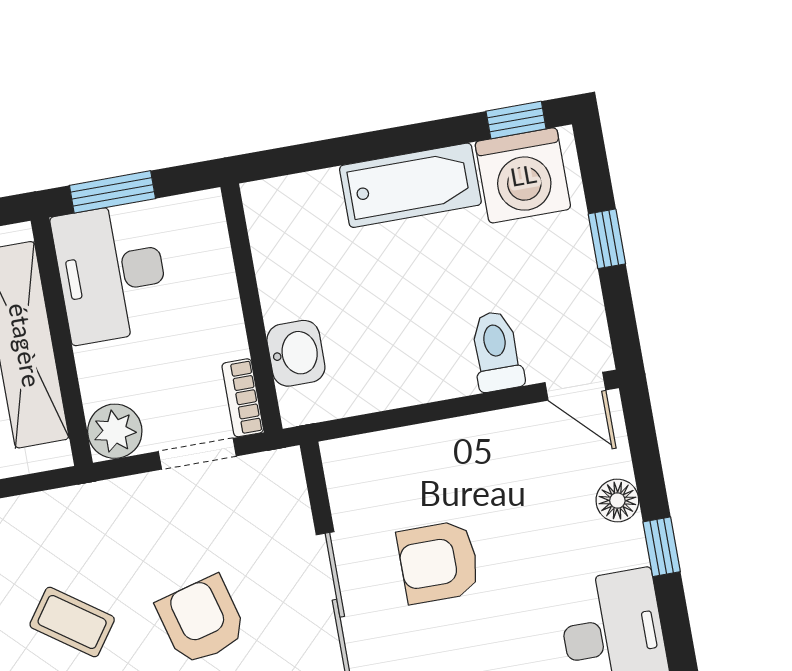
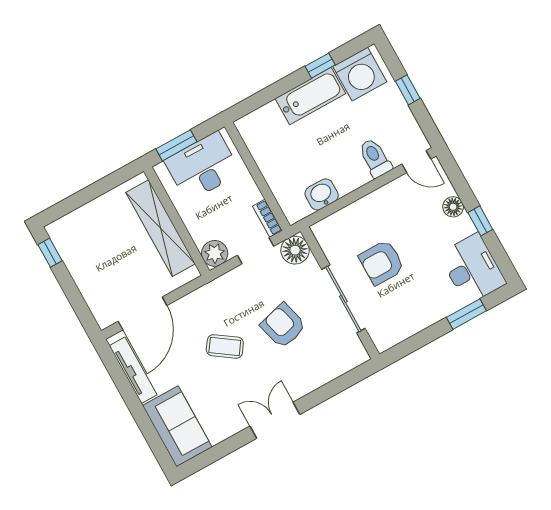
window: (516, 120) -> (320, 66), moved
desk: (111, 273) -> (203, 167), moved, turned 90
washbasin: (296, 353) -> (322, 194), moved, turned -90
floor lamp: (276, 479) -> (295, 250), added

